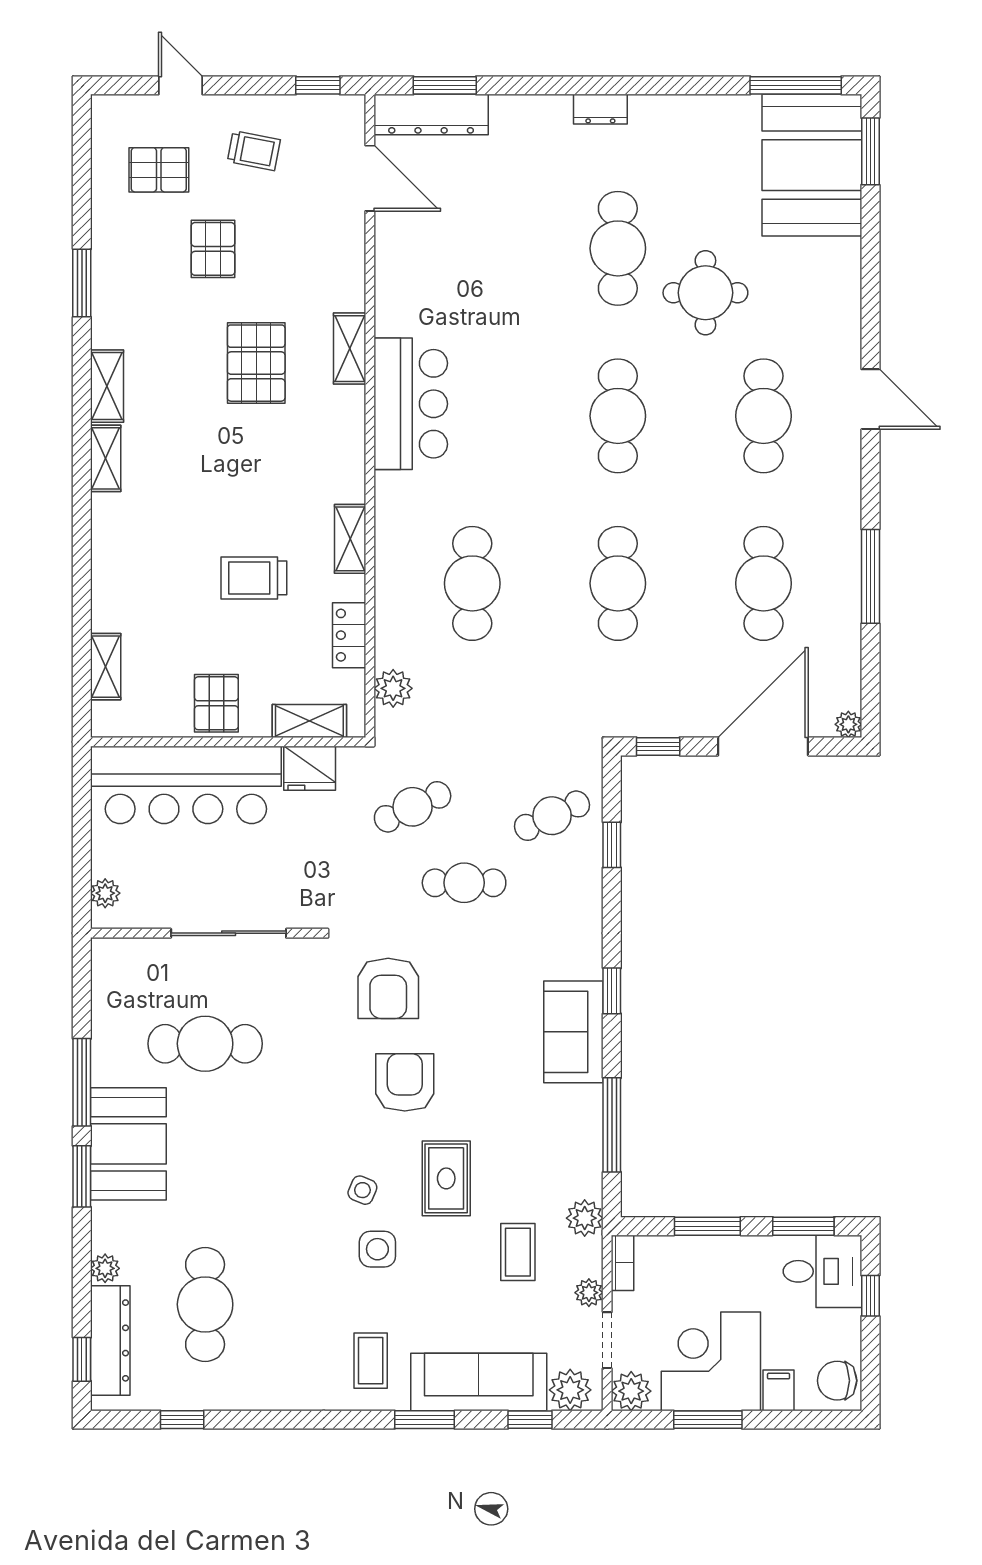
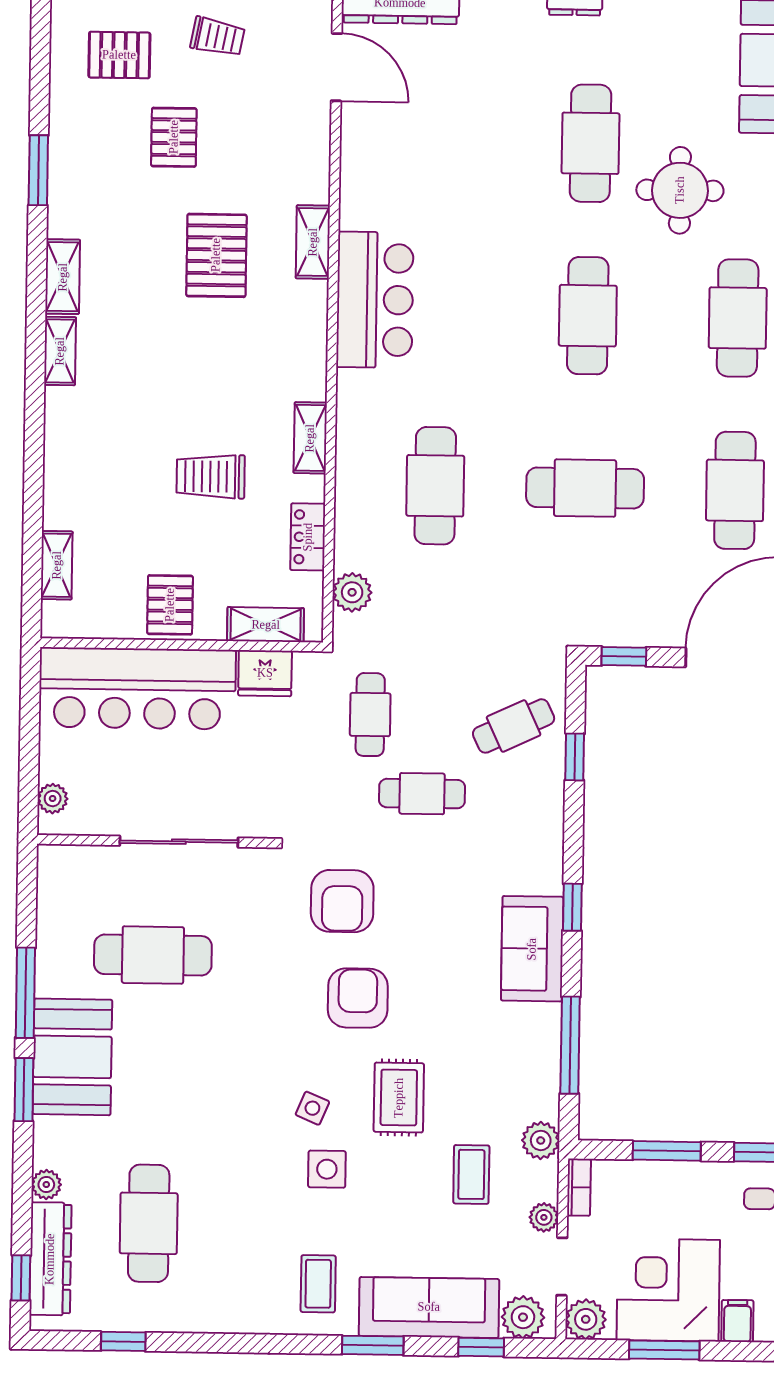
cafe table: (618, 583) -> (585, 488), turned 90
cafe table: (413, 807) -> (370, 715), turned -65

